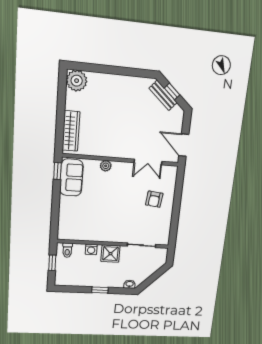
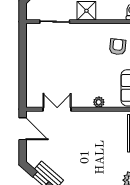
armchair: (154, 199) -> (118, 47), moved
washing machine: (91, 249) -> (107, 14), removed

